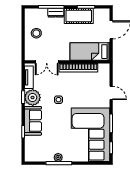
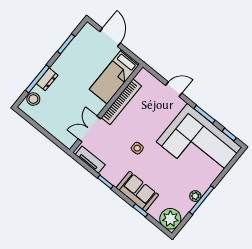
cot: (79, 16) -> (69, 59), removed
stool: (36, 33) -> (33, 99), moved
double door: (47, 62) -> (89, 129), swing flipped
plant: (33, 98) -> (170, 219), moved

